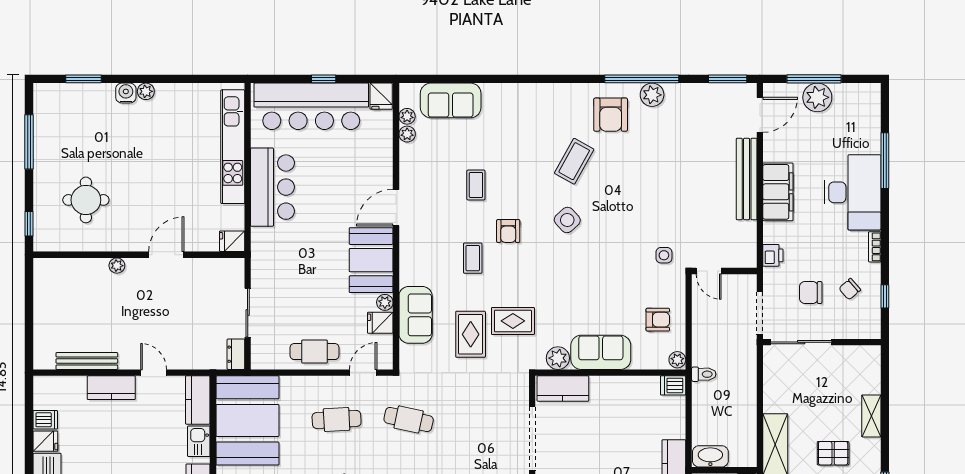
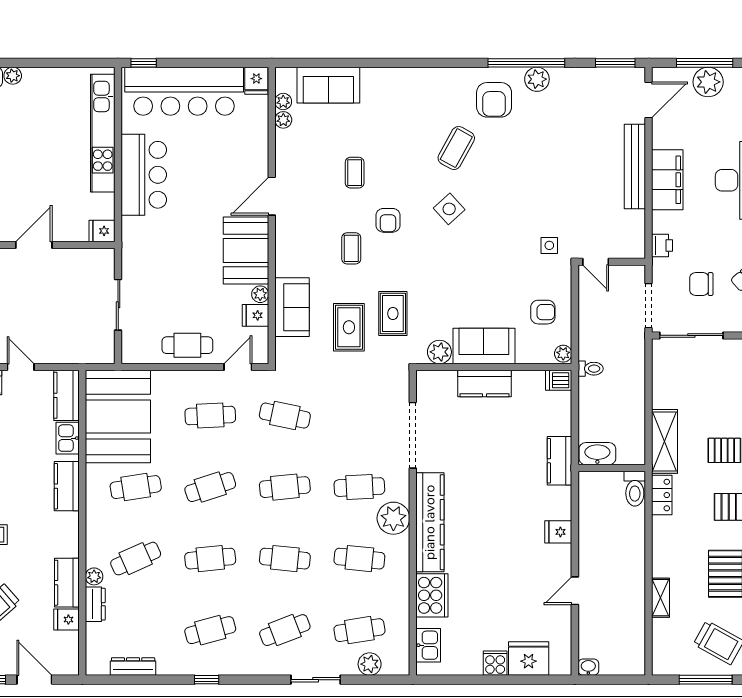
window: (324, 79) -> (144, 63), moved
rug: (513, 321) -> (393, 314), turned 90
dresser: (236, 354) -> (106, 348), removed
kitchen counter: (563, 389) -> (484, 383), moved

